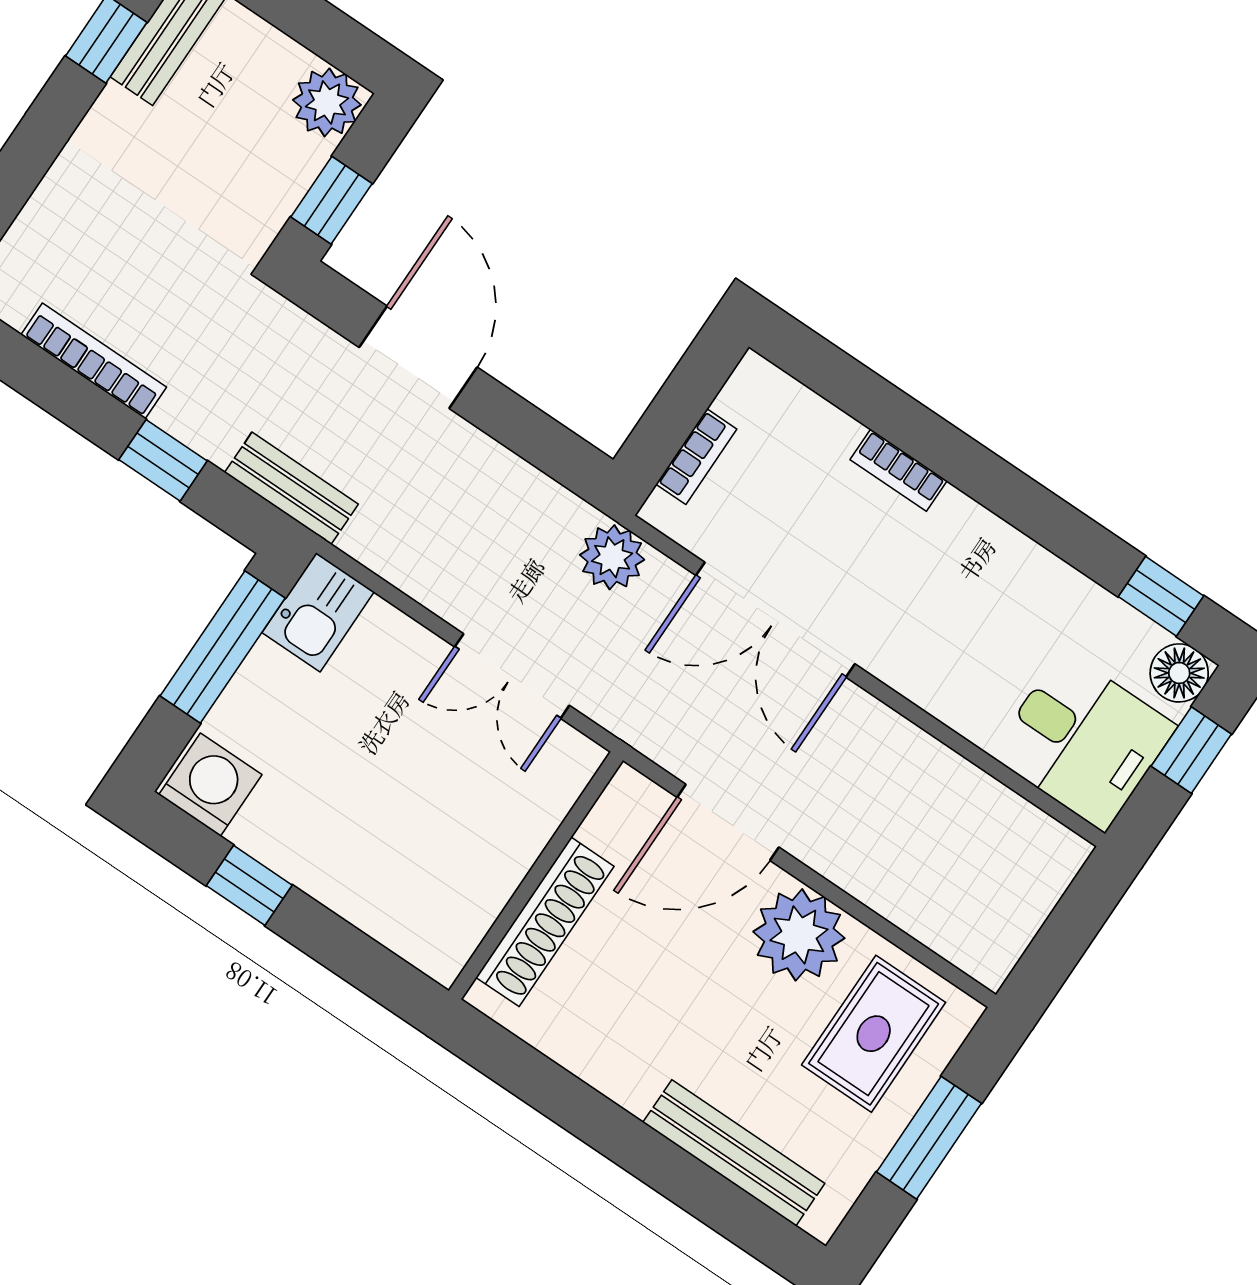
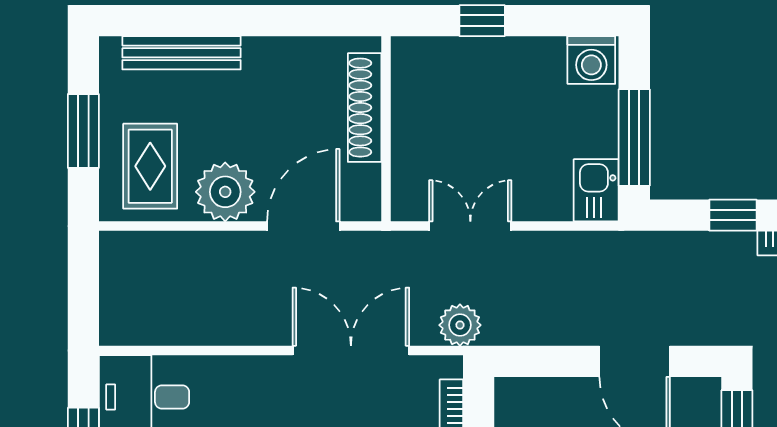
bench: (291, 488) -> (655, 246), removed
window: (249, 885) -> (482, 21), moved

